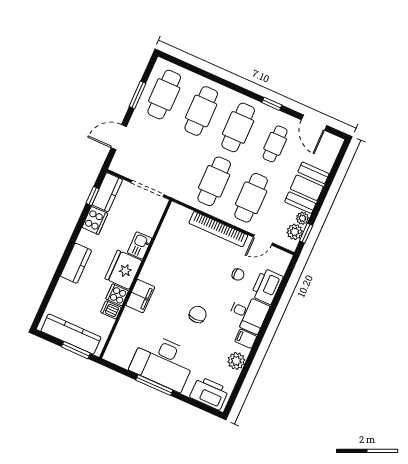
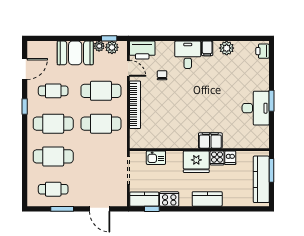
cafe table: (164, 95) -> (53, 189), width x0.73, depth x0.74
kitchen sink: (140, 245) -> (156, 158), moved
printer: (267, 286) -> (142, 50), moved
chair: (198, 314) -> (205, 92), removed
desk: (163, 362) -> (256, 108), width x0.73, depth x0.77
window: (154, 385) -> (272, 101), width x0.69
printer: (209, 393) -> (263, 51), width x0.53, depth x0.68

